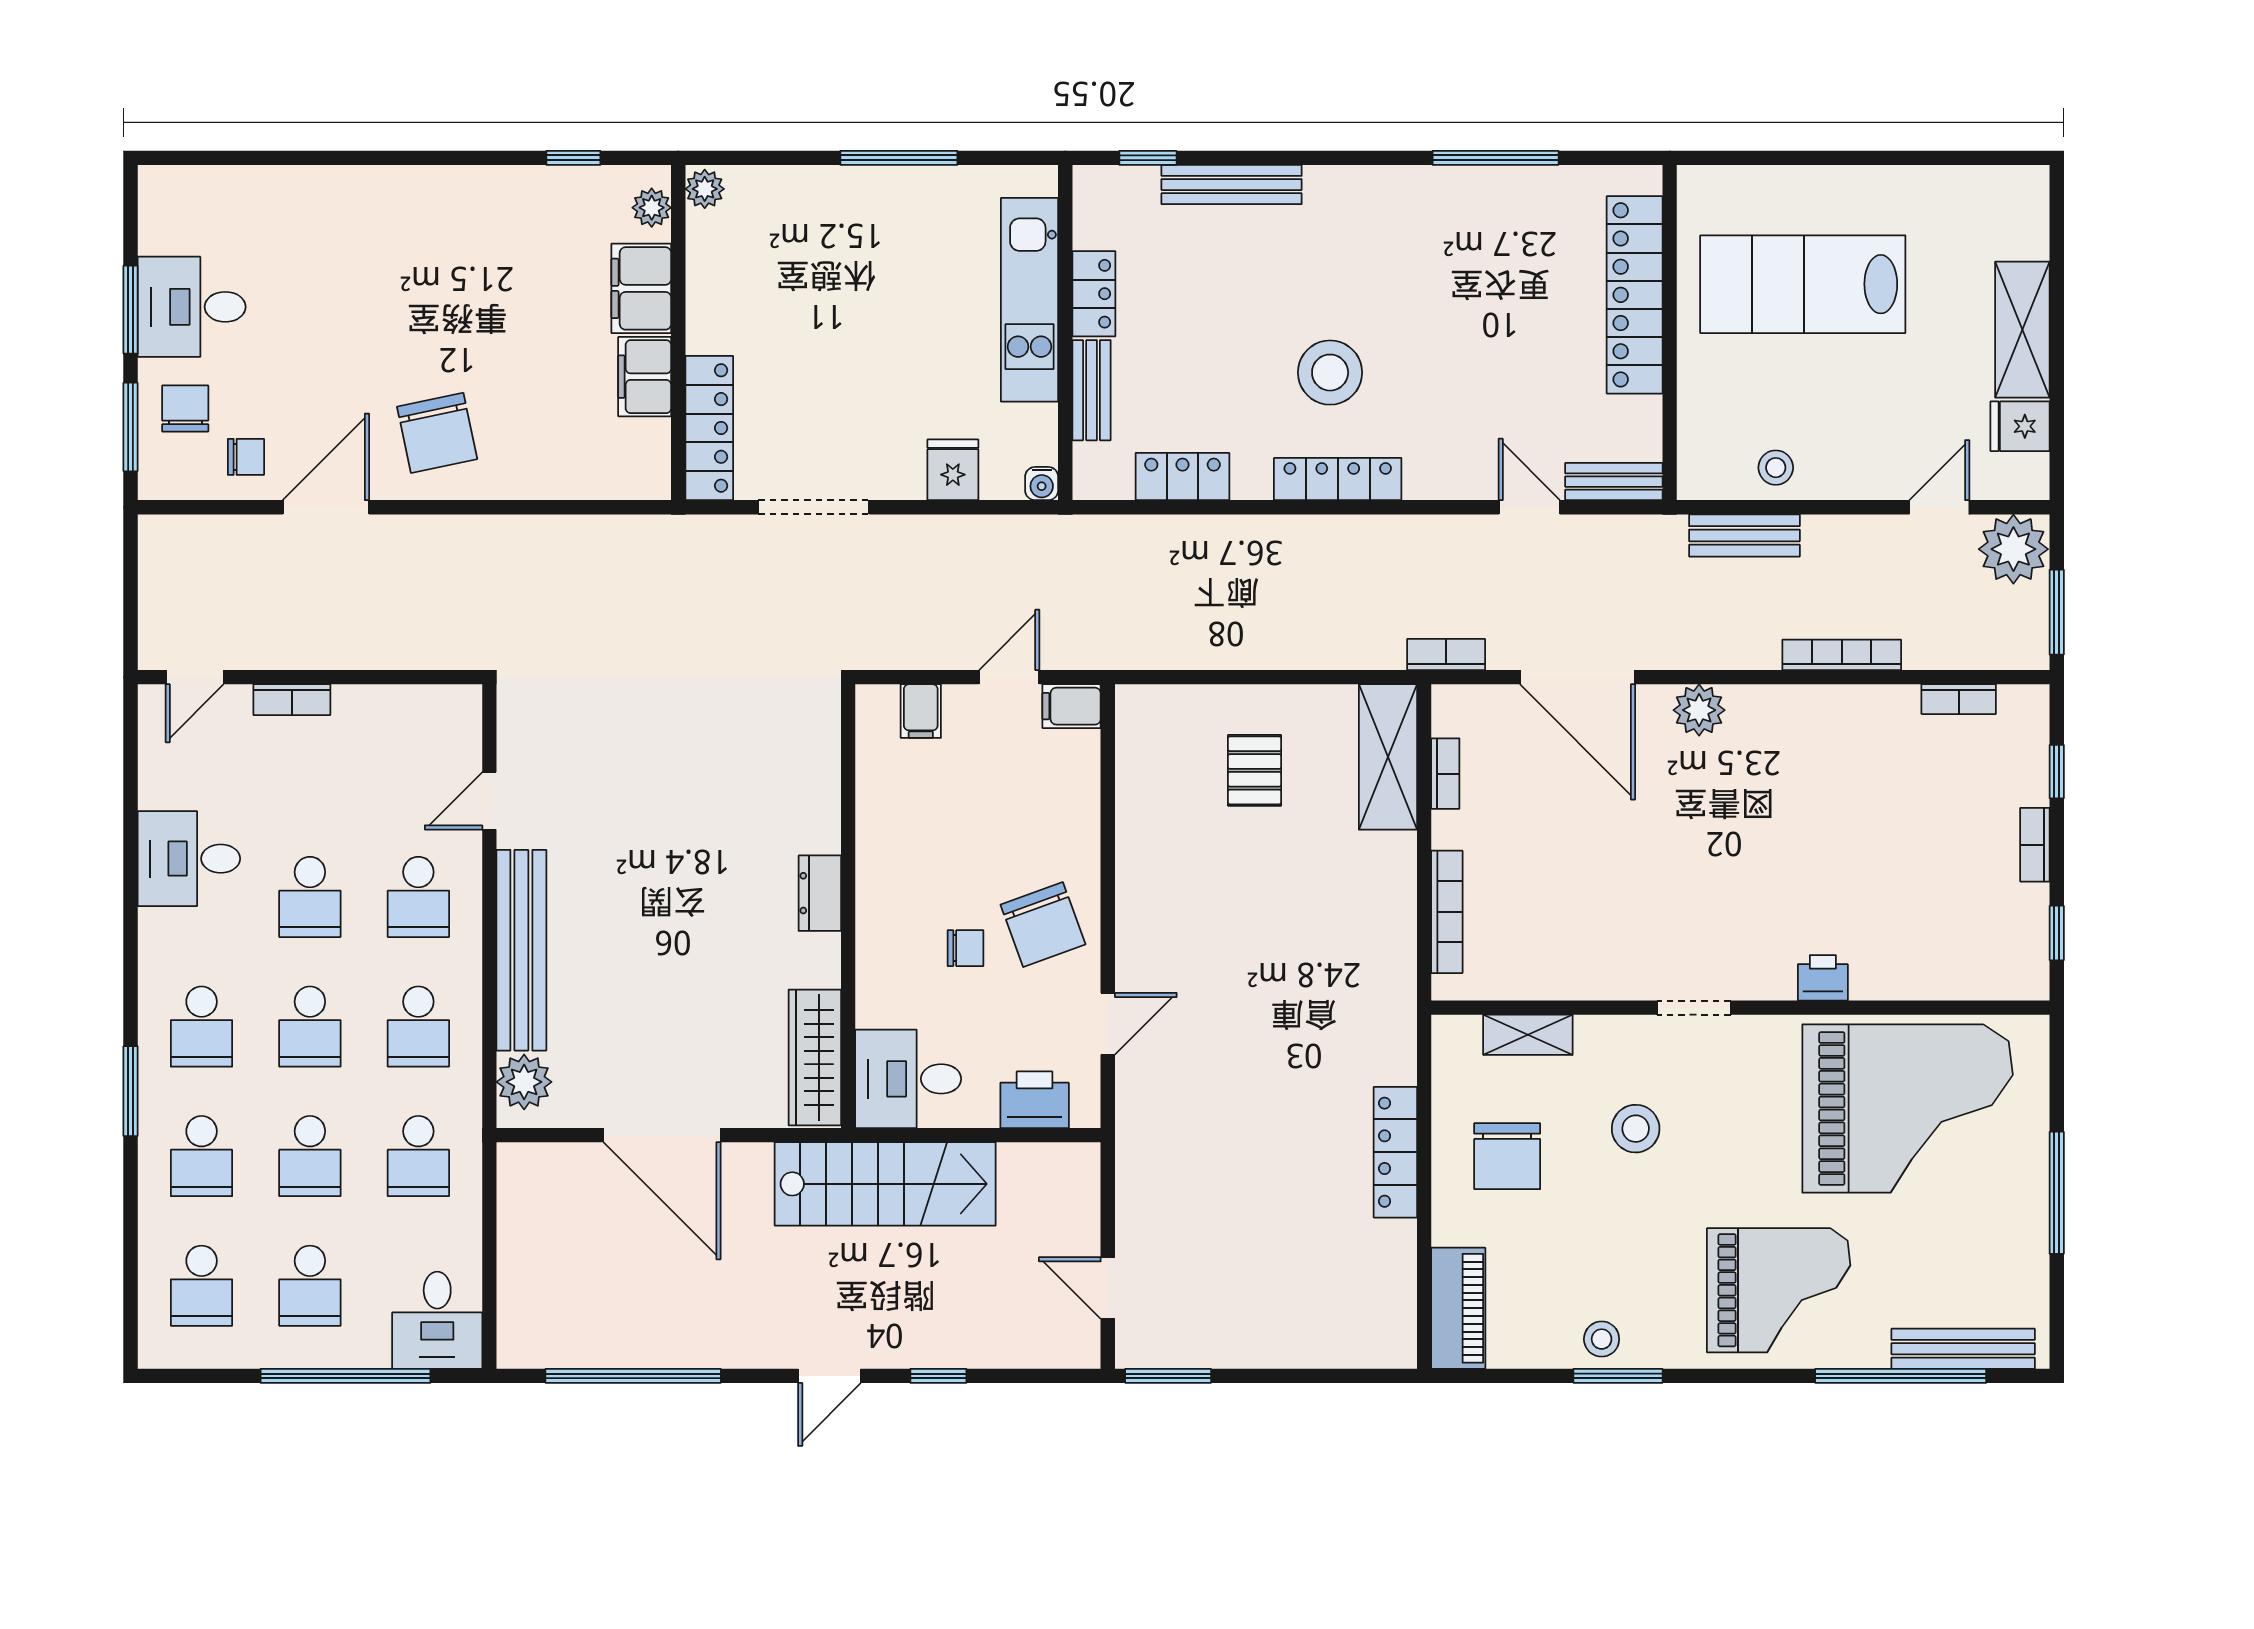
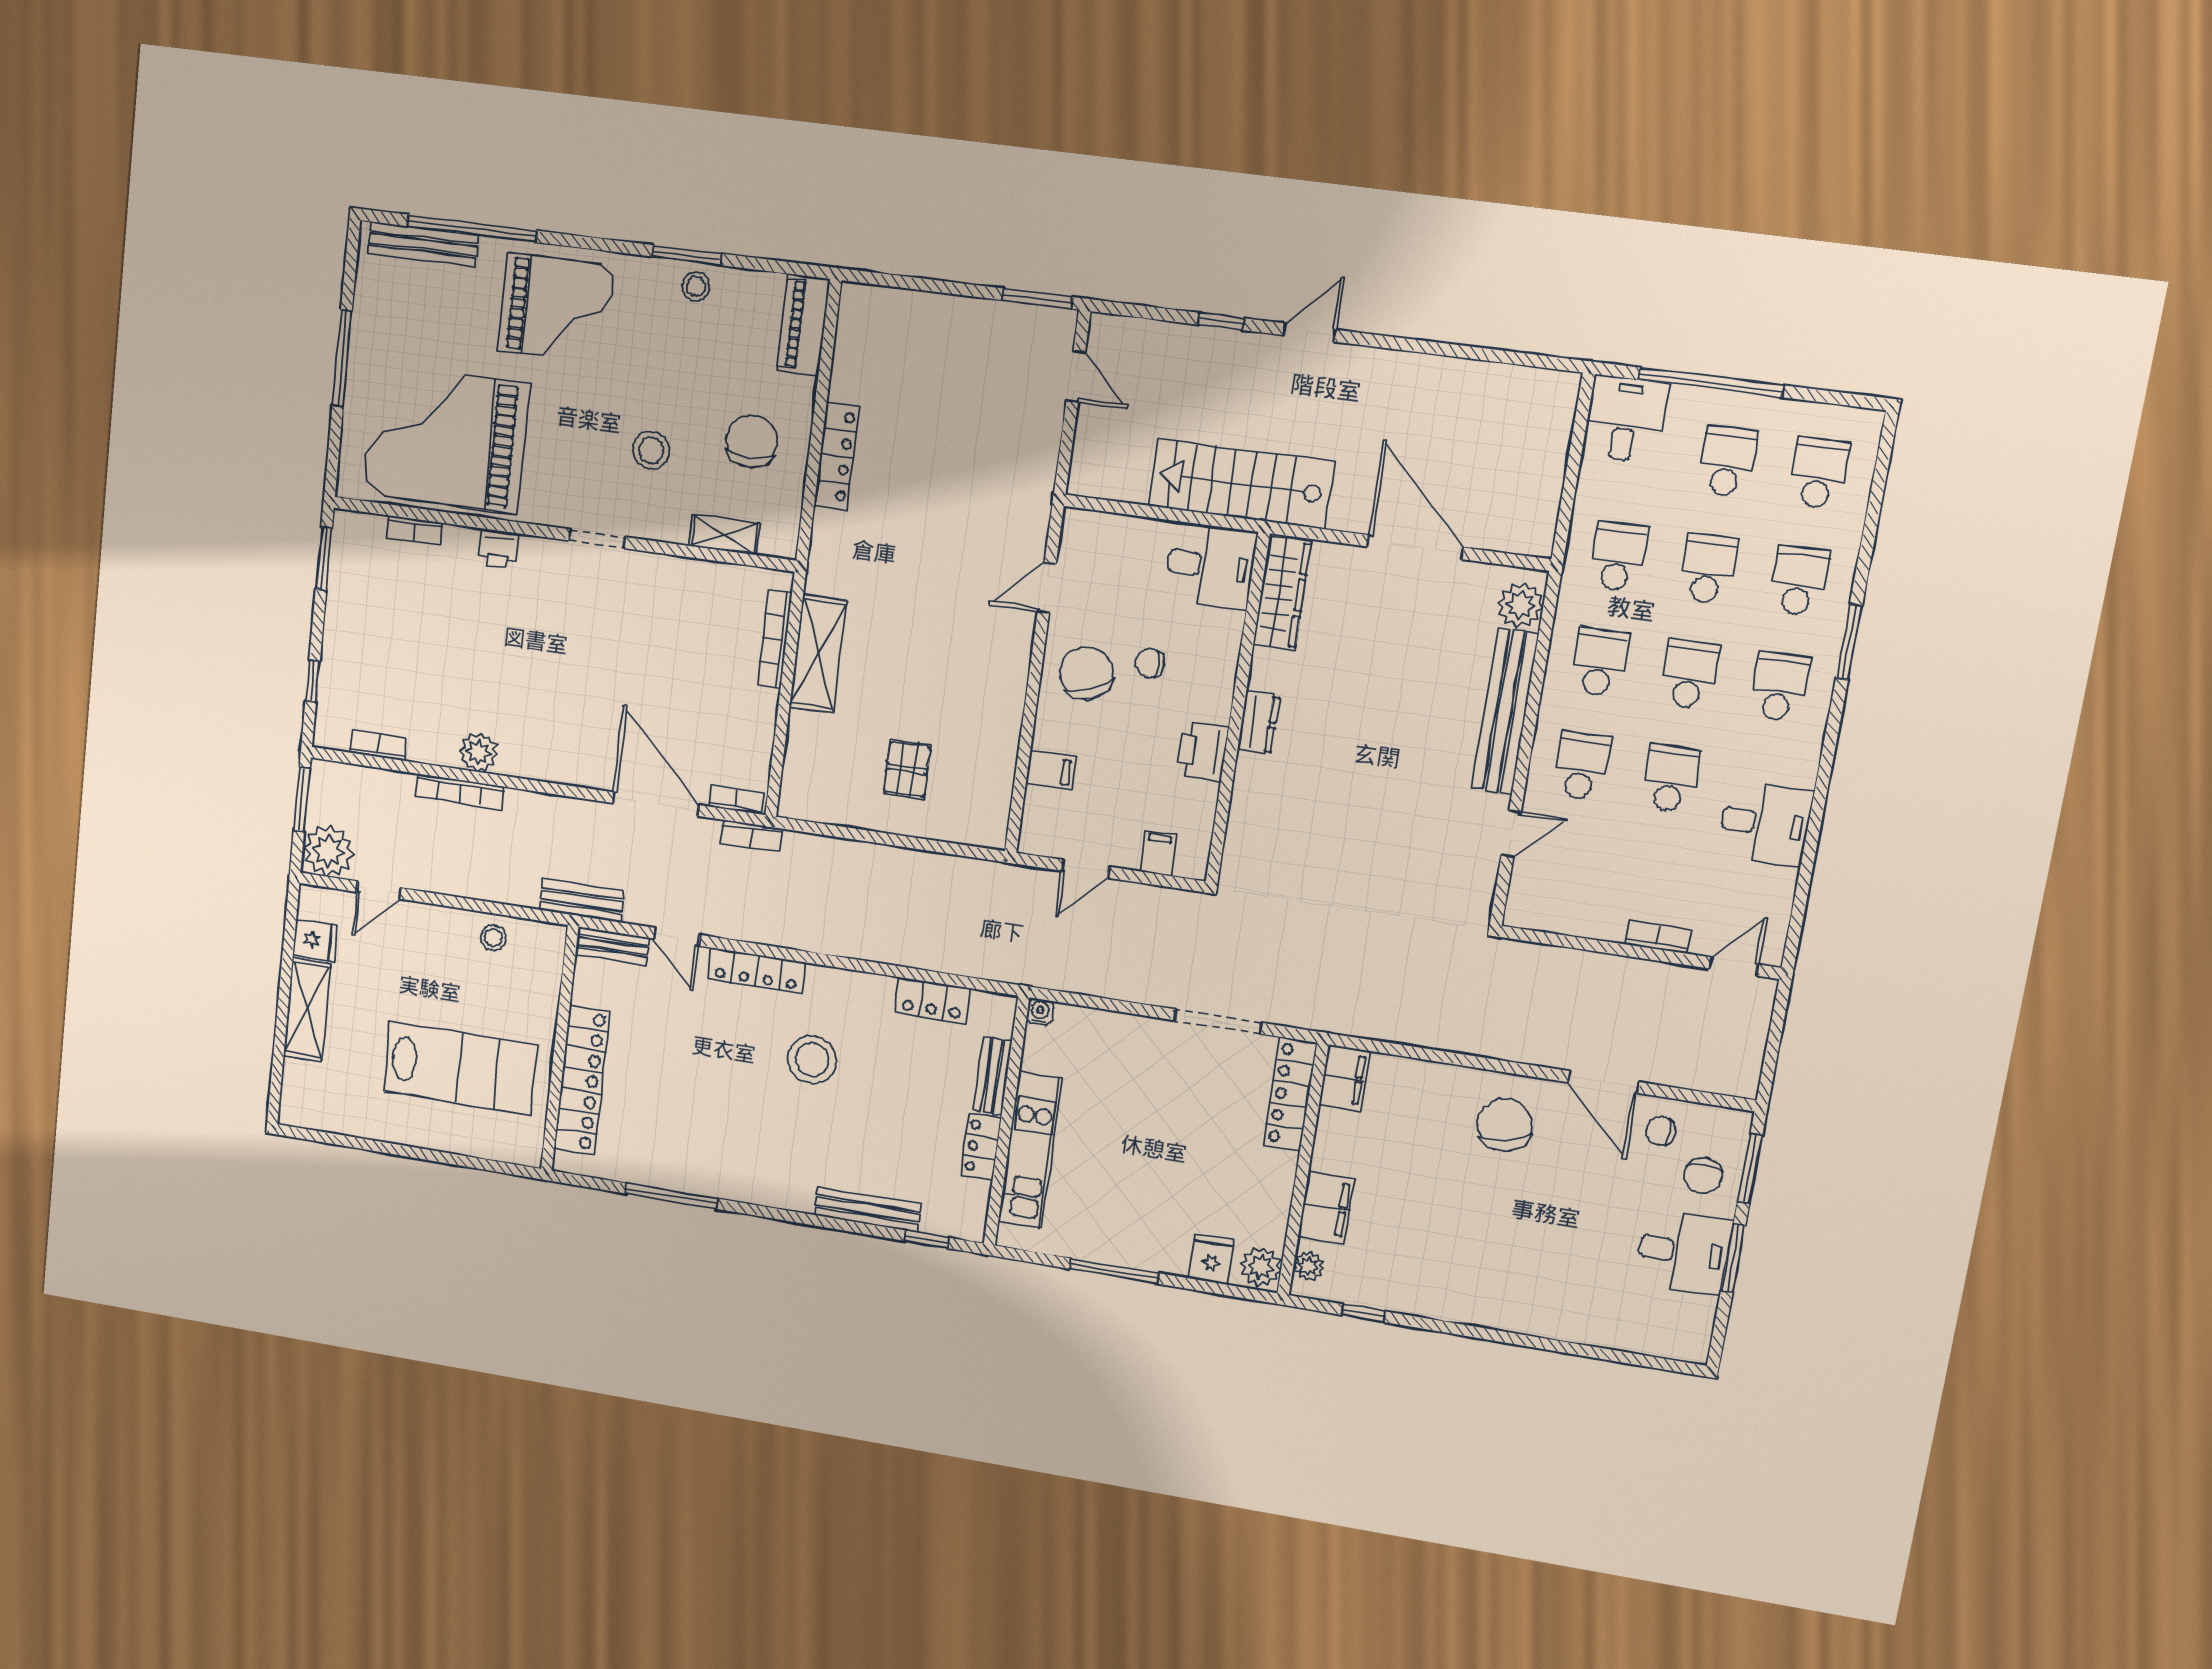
plant: (705, 189) -> (1261, 1267), width x1.38, depth x1.38
filing cabinet: (645, 377) -> (1344, 1078), moved
fridge: (953, 470) -> (1211, 1259), moved, turned 180
locker: (1338, 479) -> (757, 971), moved
door: (326, 507) -> (1603, 1082), hinge flipped
bench: (1744, 535) -> (582, 901), moved
filing cabinet: (1072, 706) -> (1050, 770), moved
plant: (1699, 710) -> (478, 752), moved
shelving: (1388, 757) -> (818, 654), moved
bookcase: (1445, 774) -> (736, 800), moved, turned 90
bookcase: (2035, 845) -> (414, 530), moved, turned 90
window: (2057, 933) -> (324, 559), width x1.50
printer: (1035, 1100) -> (1203, 751), moved, turned 90
grand piano: (1779, 1290) -> (557, 308), turned 180
window: (633, 1376) -> (1471, 353), removed

